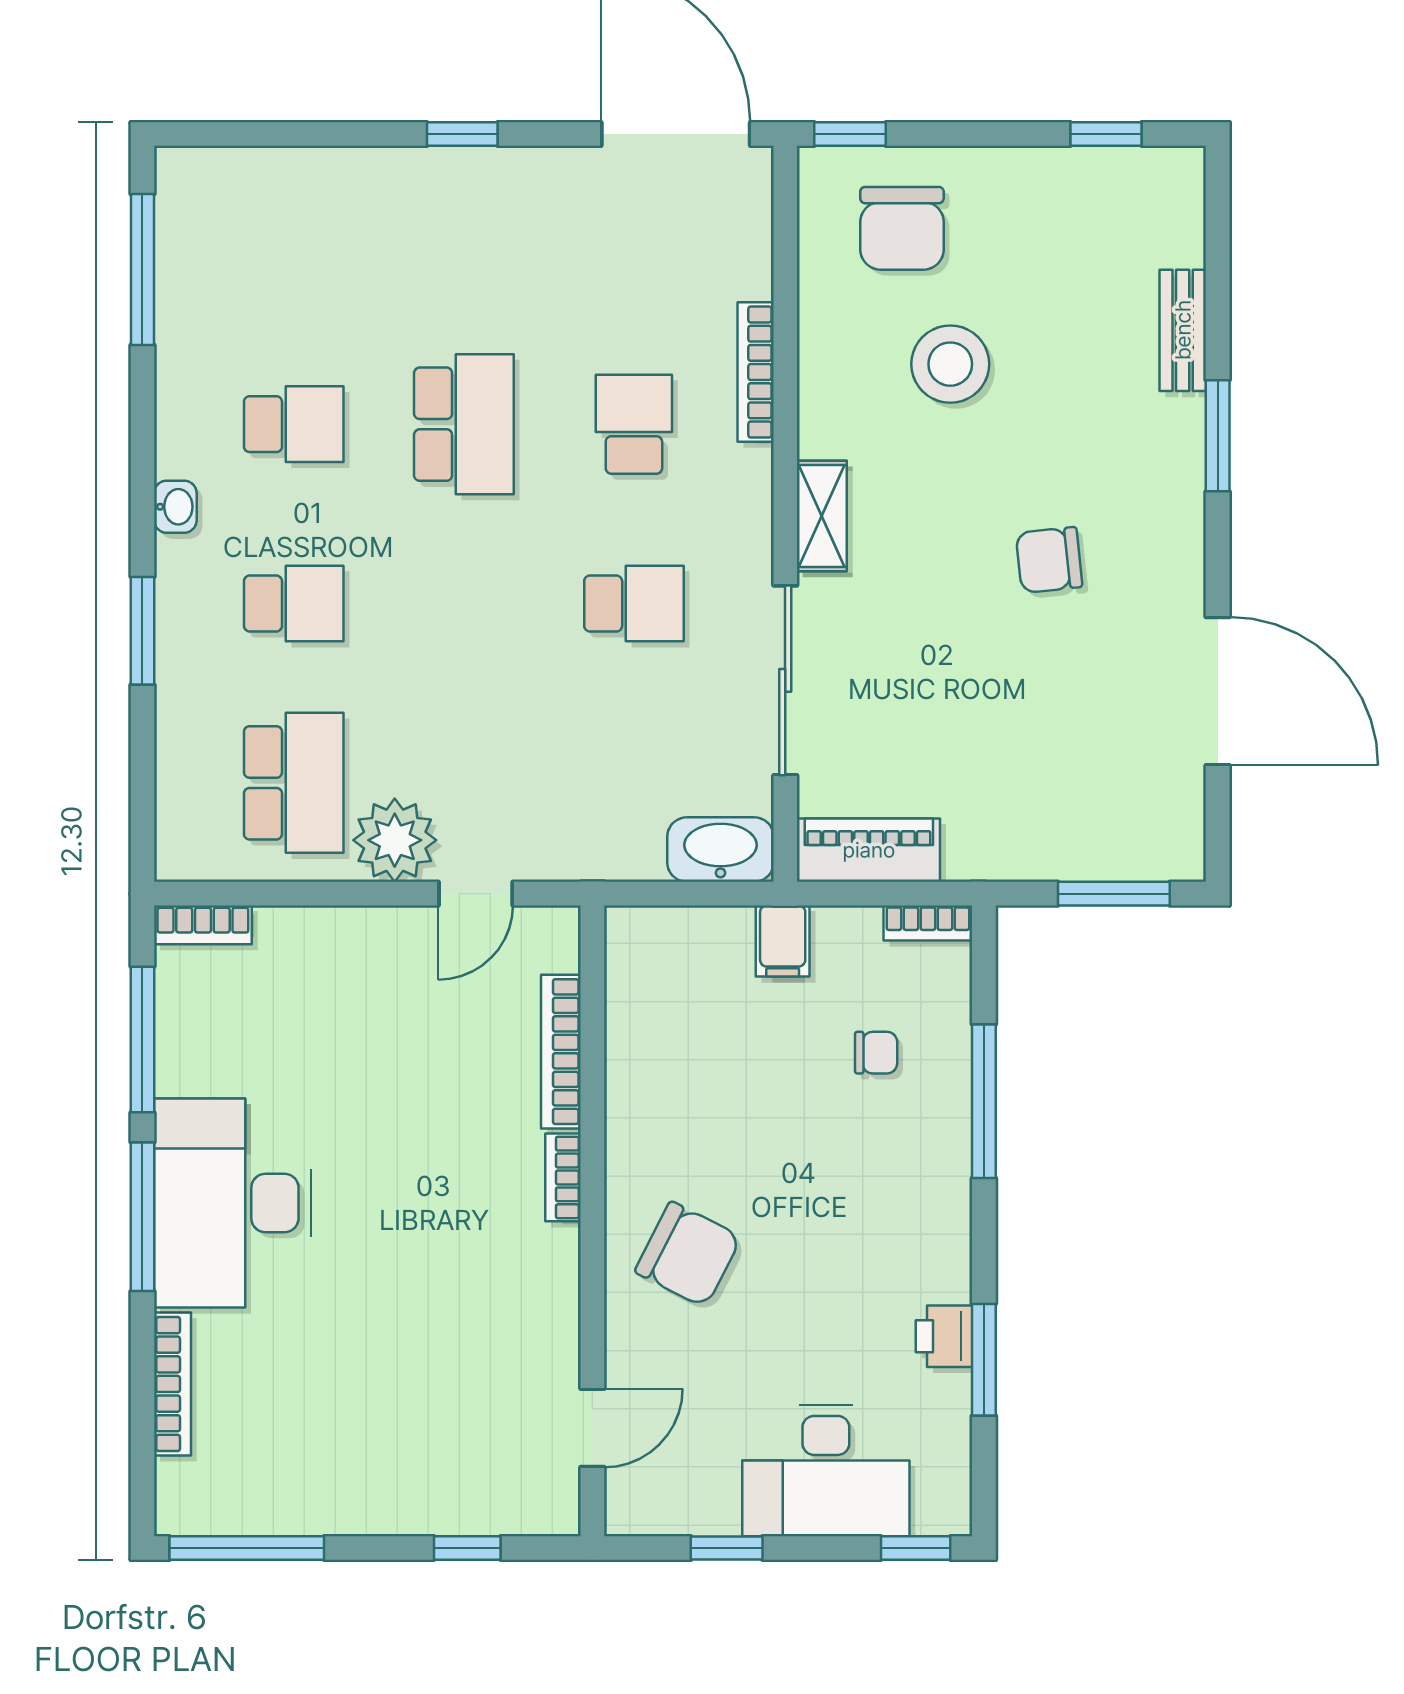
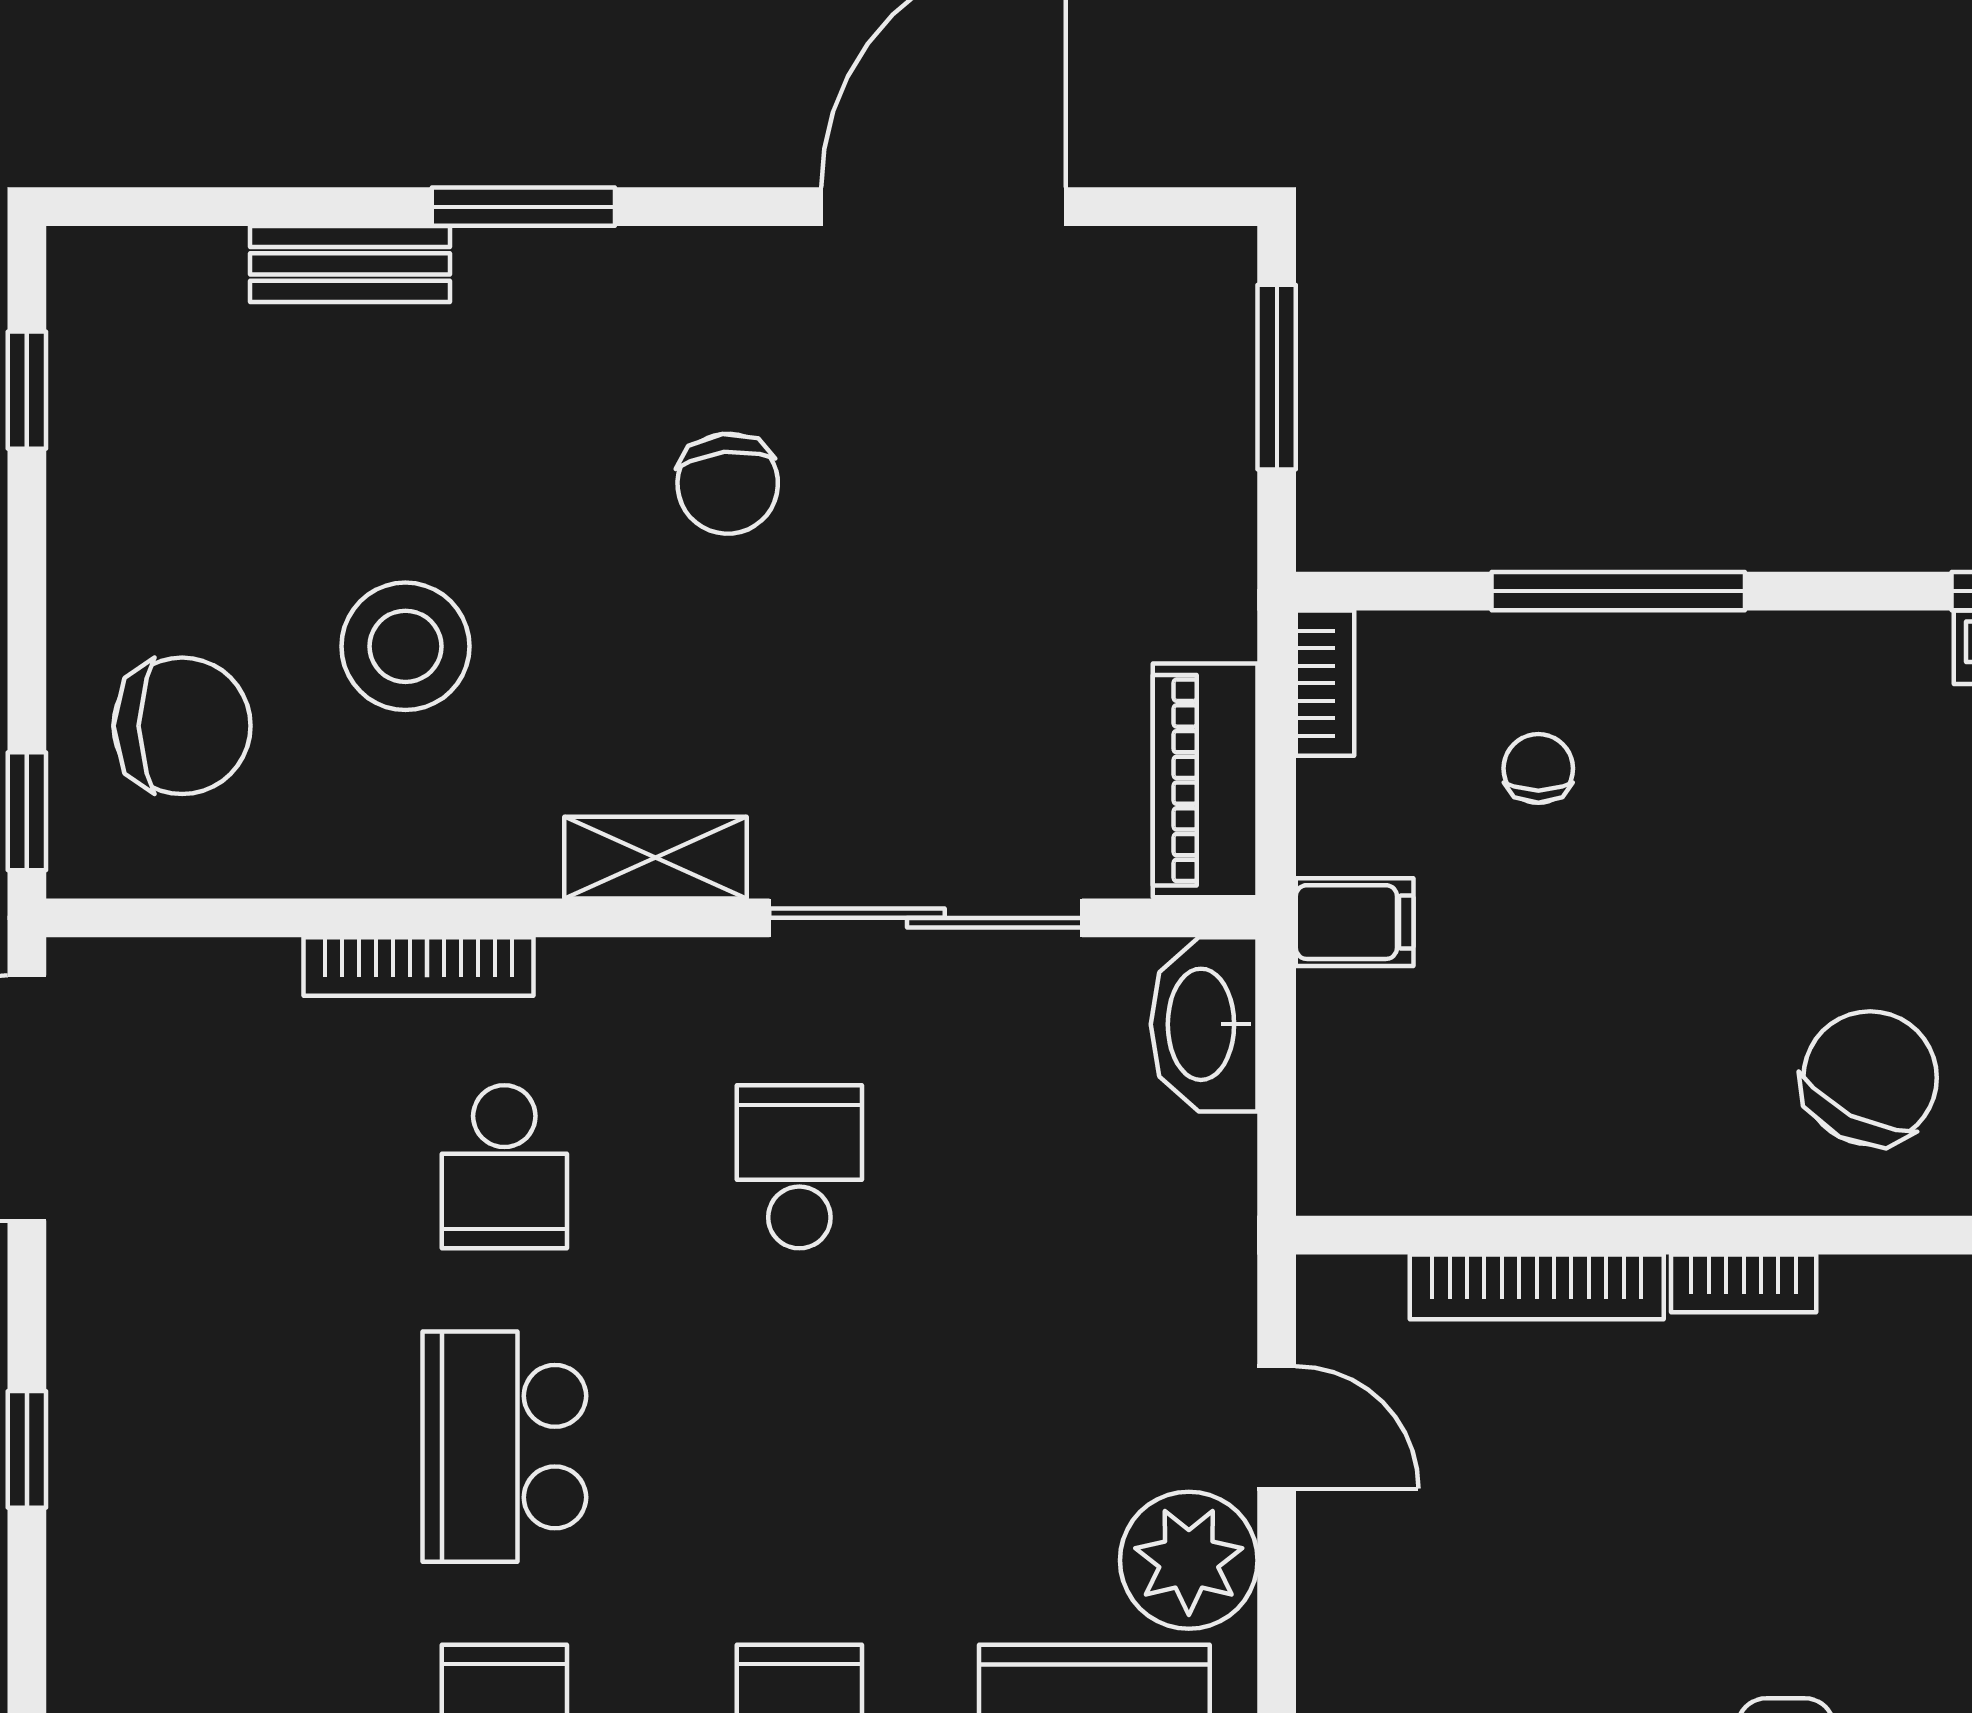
school desk: (464, 424) -> (504, 1447), turned -90
school desk: (634, 424) -> (504, 1167), turned -90

